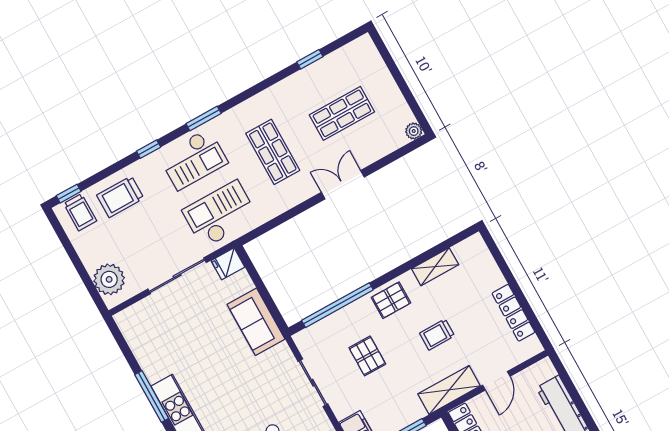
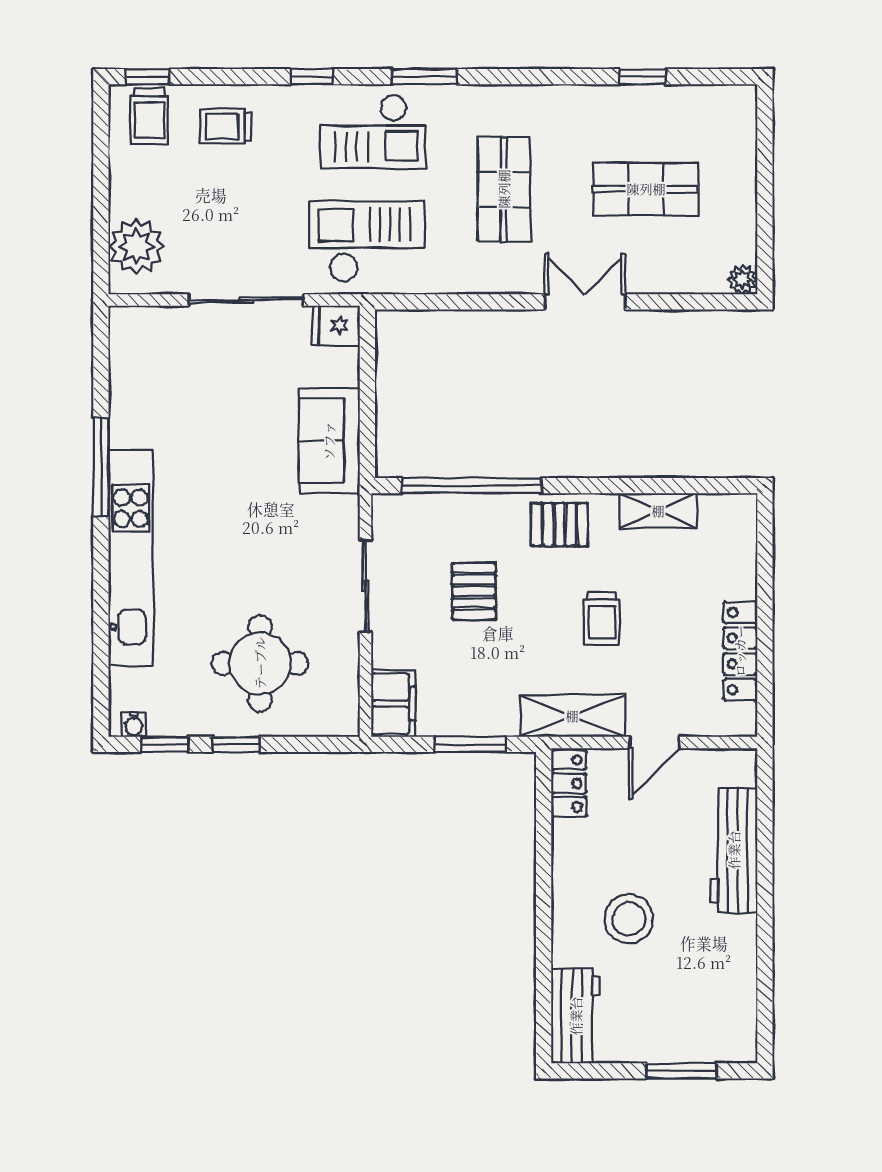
trolley: (120, 197) -> (226, 127), width x0.73, depth x0.72
trolley: (437, 335) -> (602, 619), turned -90

